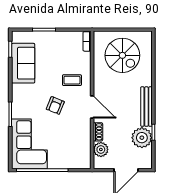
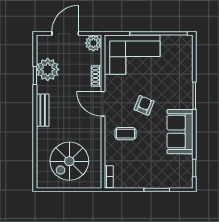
spiral stairs: (122, 55) -> (69, 161), turned -90
sofa: (23, 63) -> (180, 132), moved
bench: (146, 107) -> (43, 110), width x0.73
corner sofa: (29, 144) -> (132, 55), moved, turned -90
plant: (101, 149) -> (93, 43), moved

